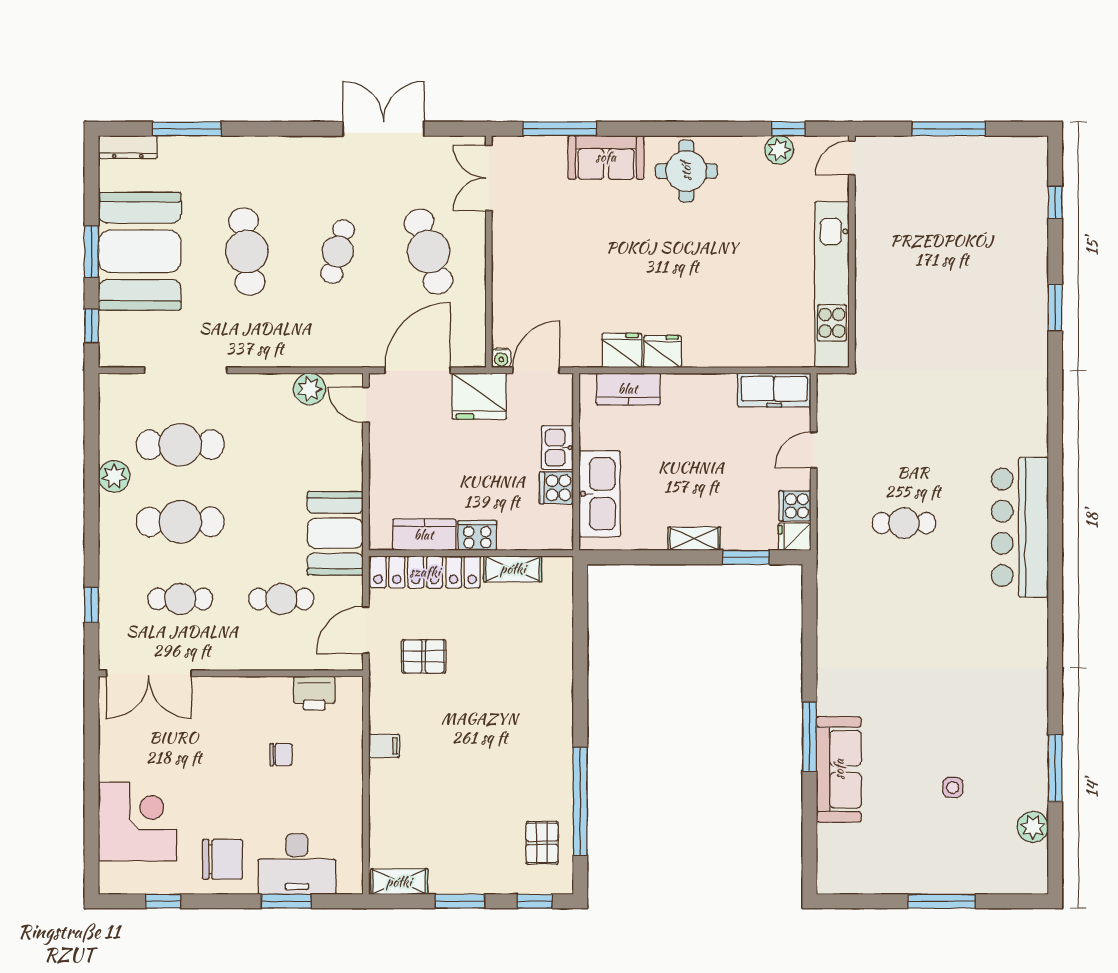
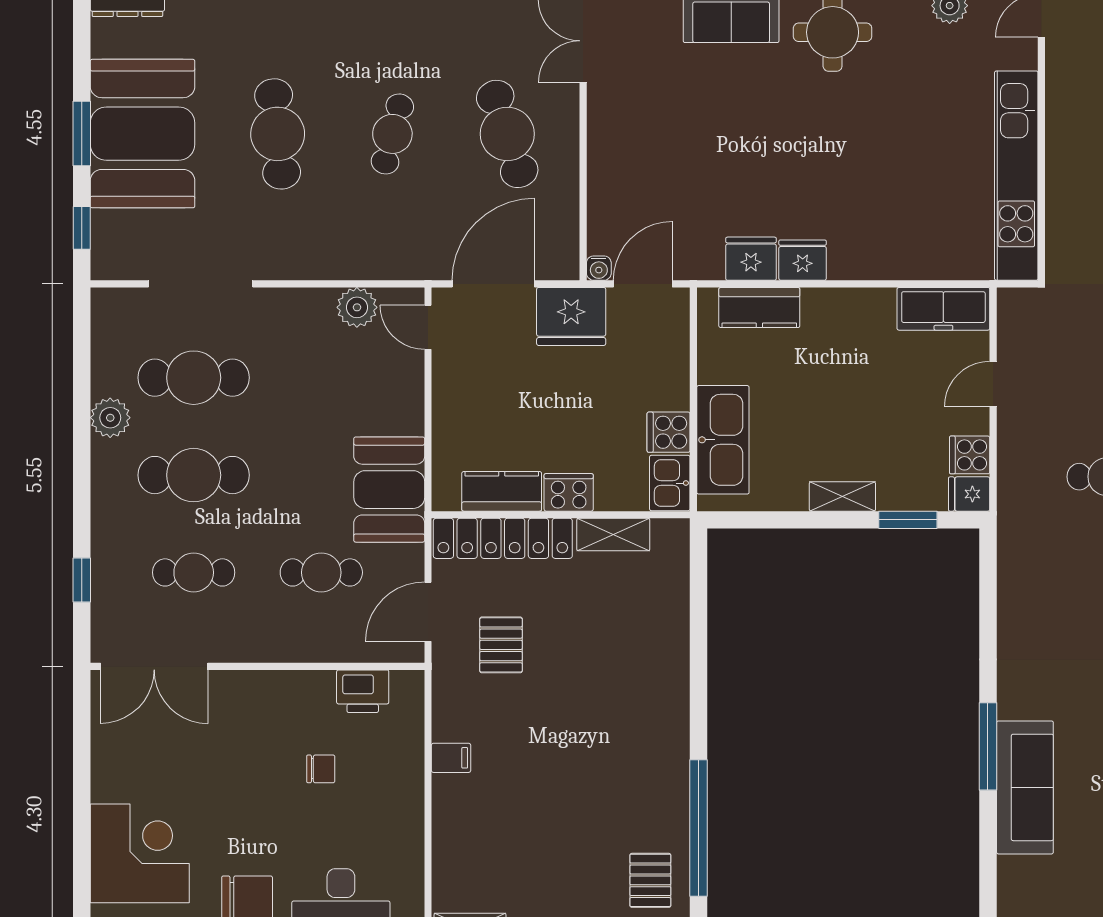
kitchen sink: (557, 448) -> (670, 483), moved
pallet: (424, 656) -> (501, 645), turned 90

